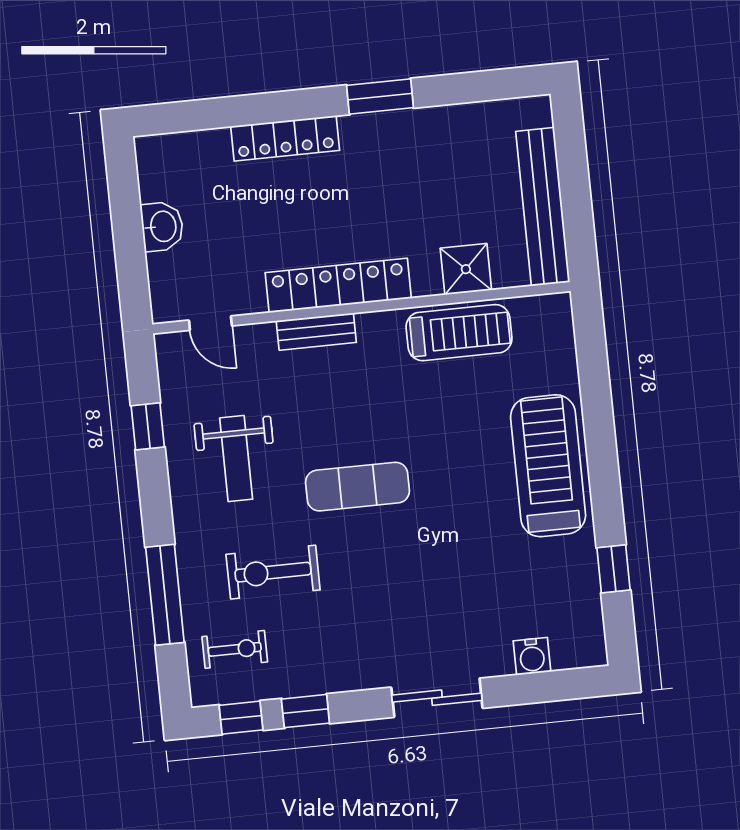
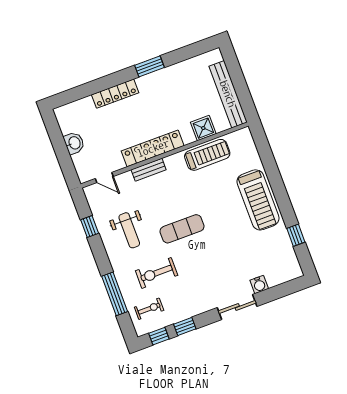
treadmill: (548, 466) -> (258, 200), turned 180
water cooler: (532, 656) -> (259, 284), moved

